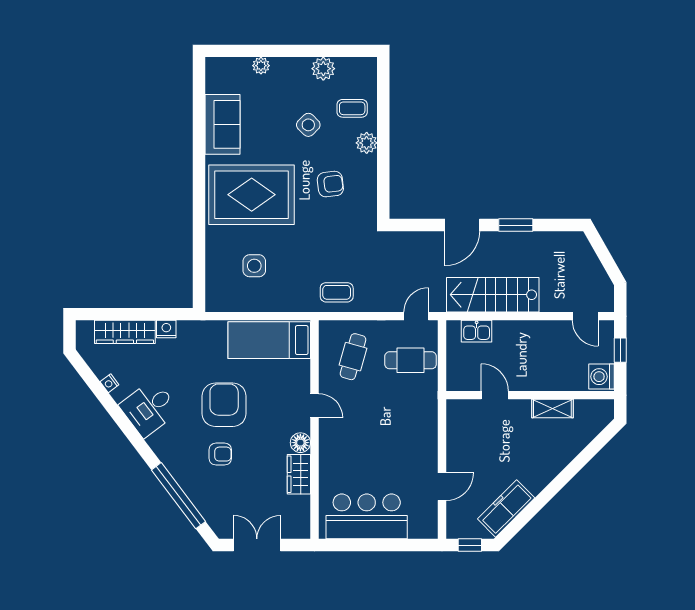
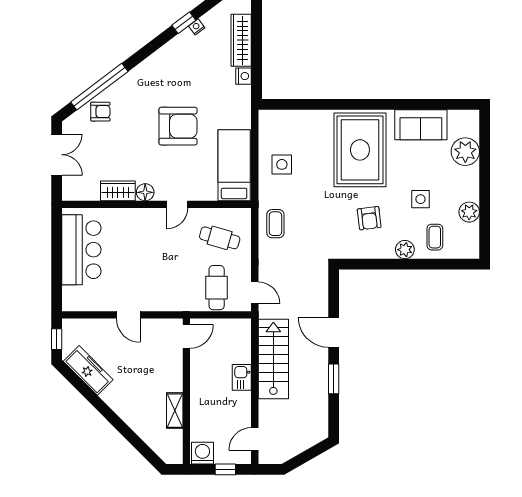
plant: (261, 66) -> (465, 152), width x1.87, depth x1.87
side table: (308, 125) -> (420, 199), turned 45
side table: (254, 266) -> (282, 164), moved
kitchen sink: (477, 331) -> (242, 377), moved
door: (495, 395) -> (186, 336), moved
window: (105, 398) -> (184, 23), added
desk: (149, 408) -> (175, 61), removed
armchair: (220, 454) -> (100, 112), moved, turned -90
door: (442, 487) -> (128, 315), moved

